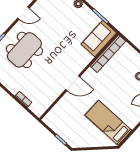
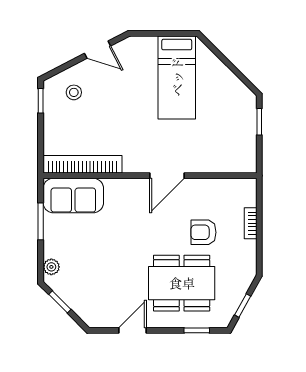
door: (23, 13) -> (132, 330), hinge flipped
armchair: (37, 77) -> (204, 232), added
door: (73, 83) -> (167, 176), swing flipped

